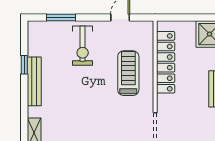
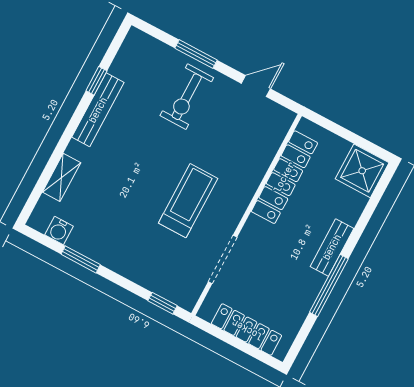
window: (61, 18) -> (196, 54), moved
treadmill: (128, 73) -> (188, 201), moved

